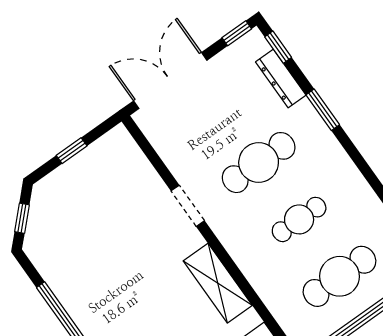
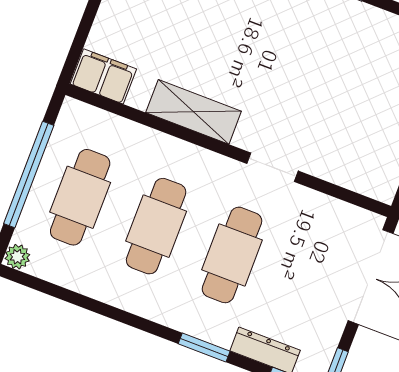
cafe table: (299, 219) -> (156, 226), width x1.37, depth x1.35

